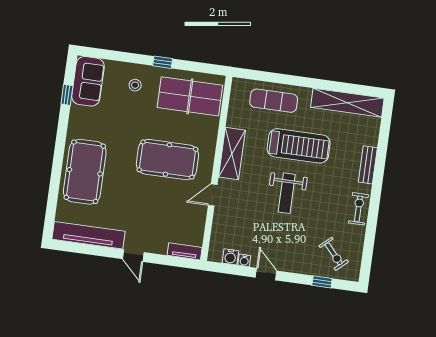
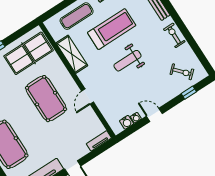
shelving: (232, 154) -> (72, 54), moved
pool table: (167, 160) -> (46, 99), turned 90
weight bench: (287, 193) -> (127, 61), turned 90

